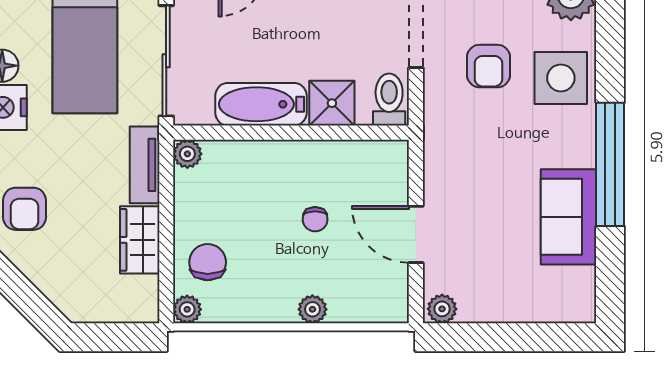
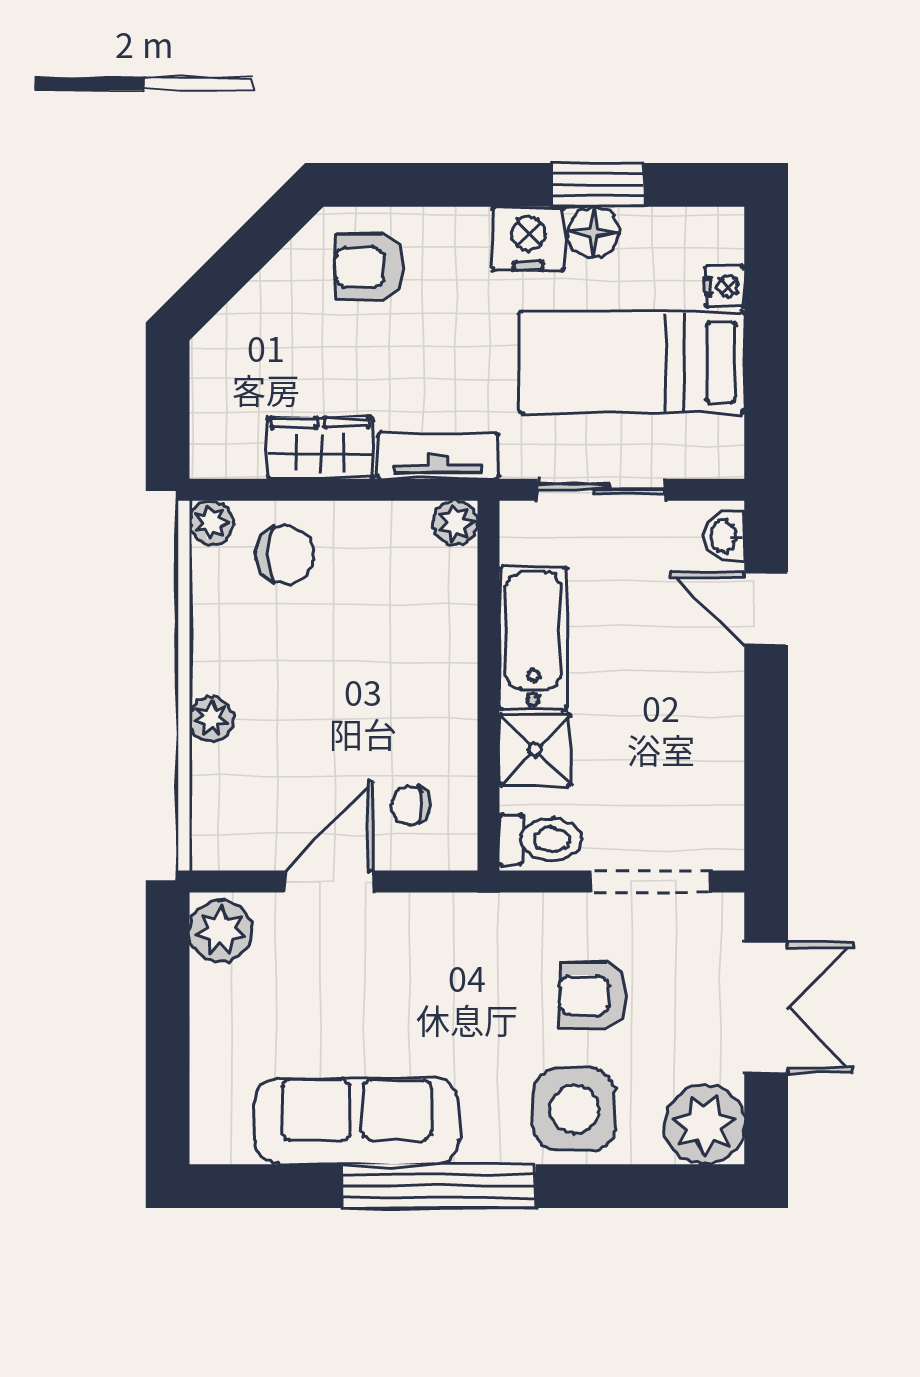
sliding door: (166, 61) -> (601, 490), width x0.73
sofa: (569, 217) -> (357, 1121), width x1.36
chair: (315, 219) -> (410, 805), moved
plant: (442, 309) -> (221, 931), width x1.38, depth x1.38

